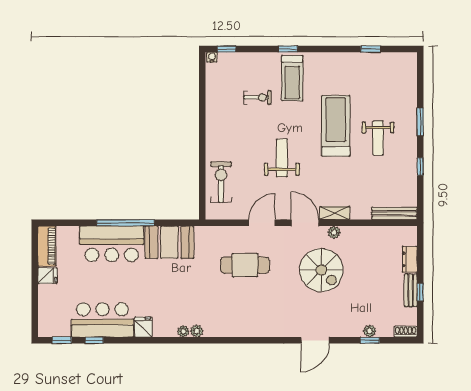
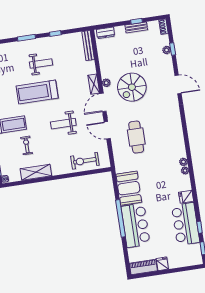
shelving: (215, 105) -> (36, 172), added
dresser: (410, 259) -> (105, 33), moved
spiral stairs: (321, 270) -> (132, 87), turned 180

